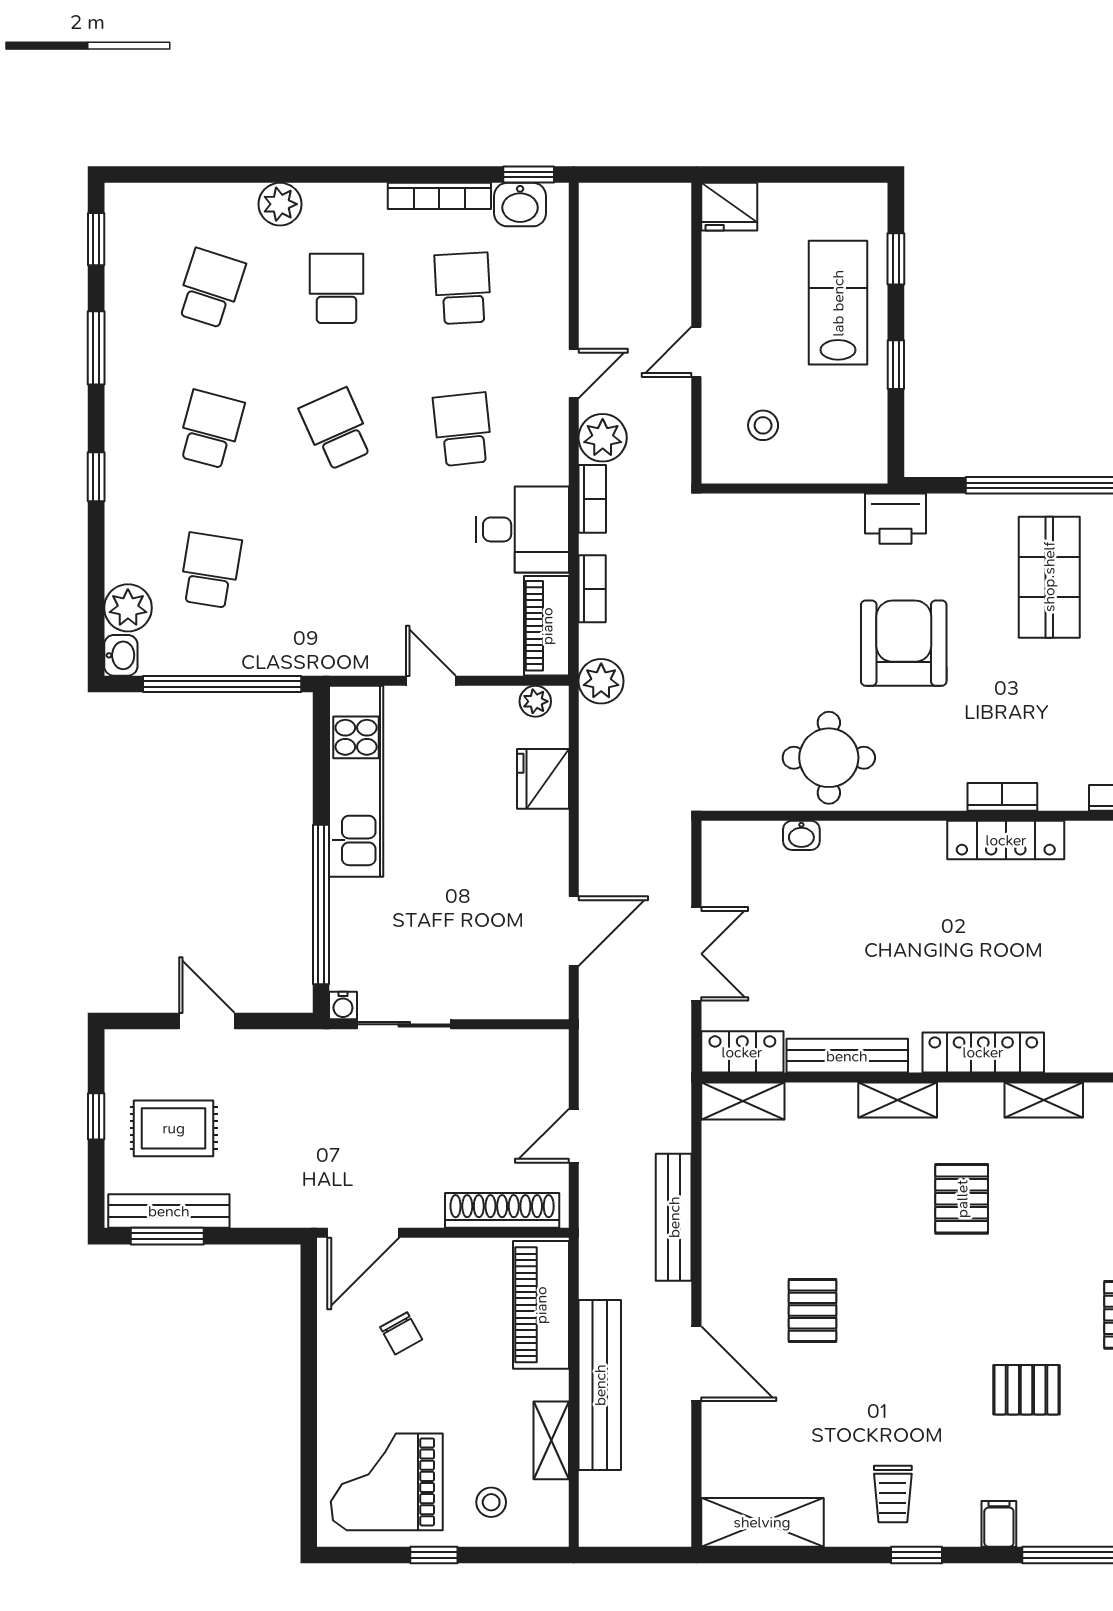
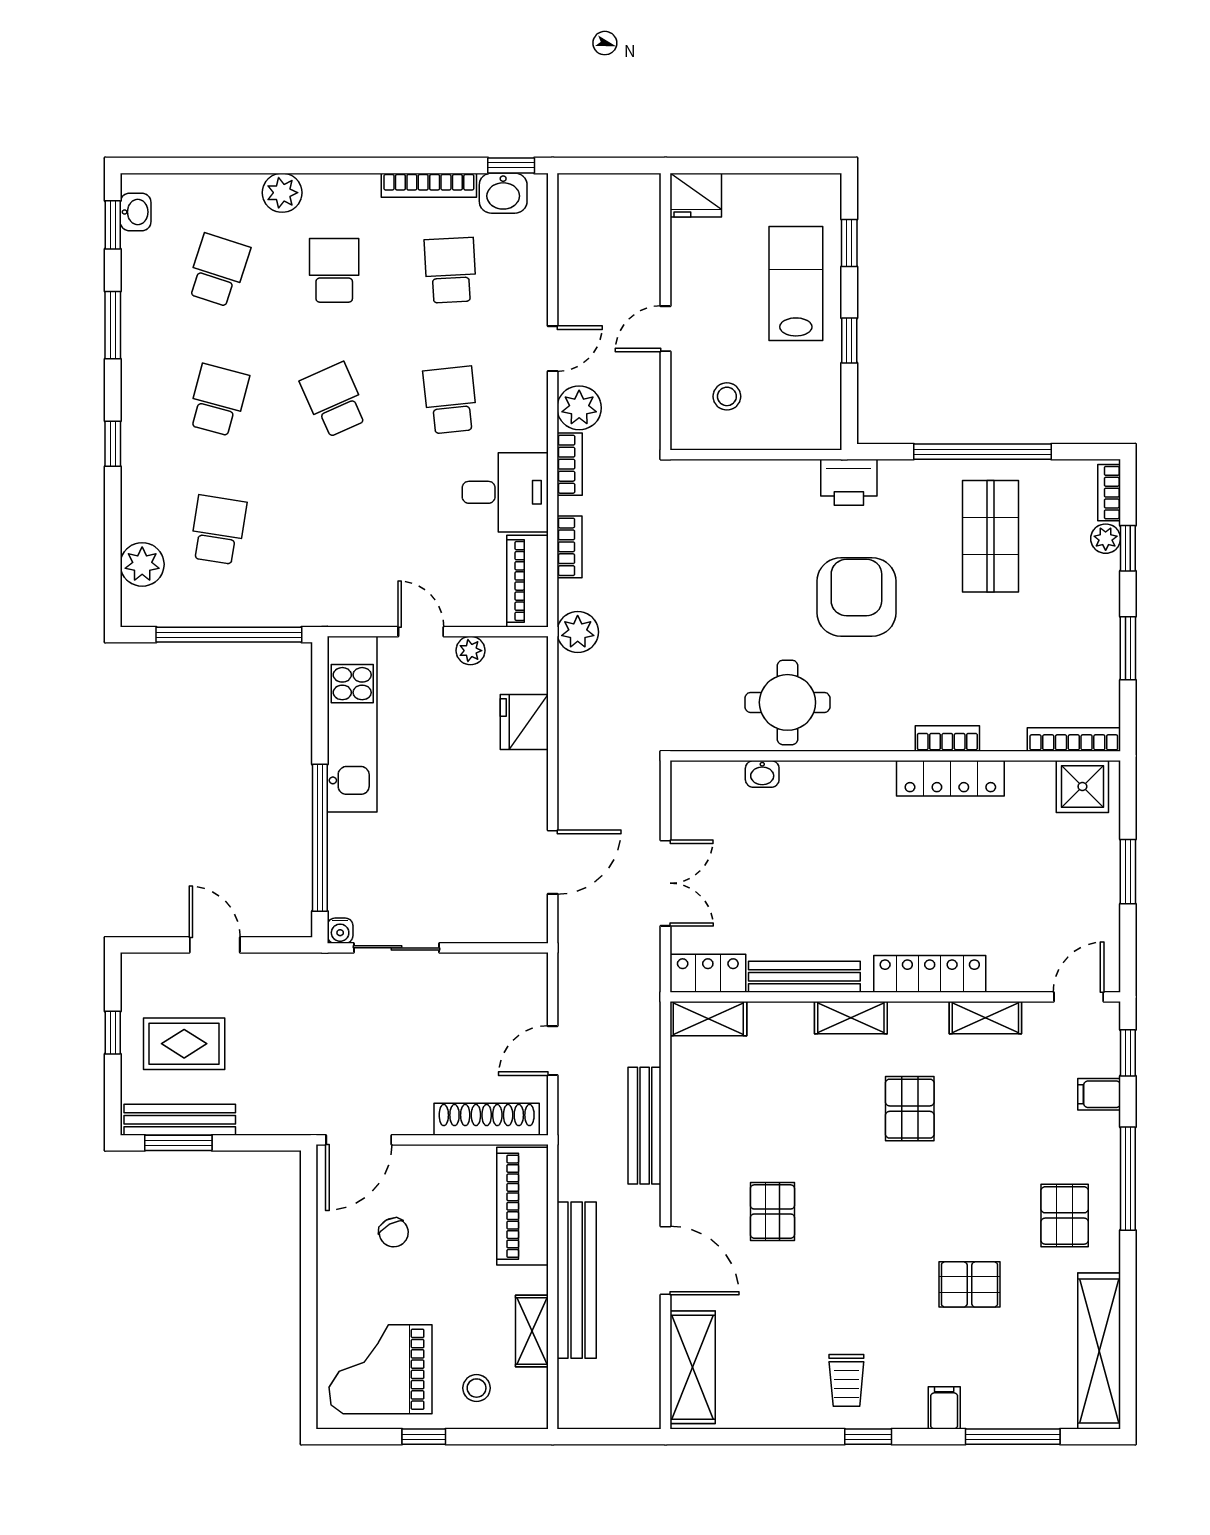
washbasin: (121, 655) -> (136, 212), moved
plant: (535, 701) -> (470, 651), moved
shelving: (762, 1522) -> (693, 1367), moved, turned 90

